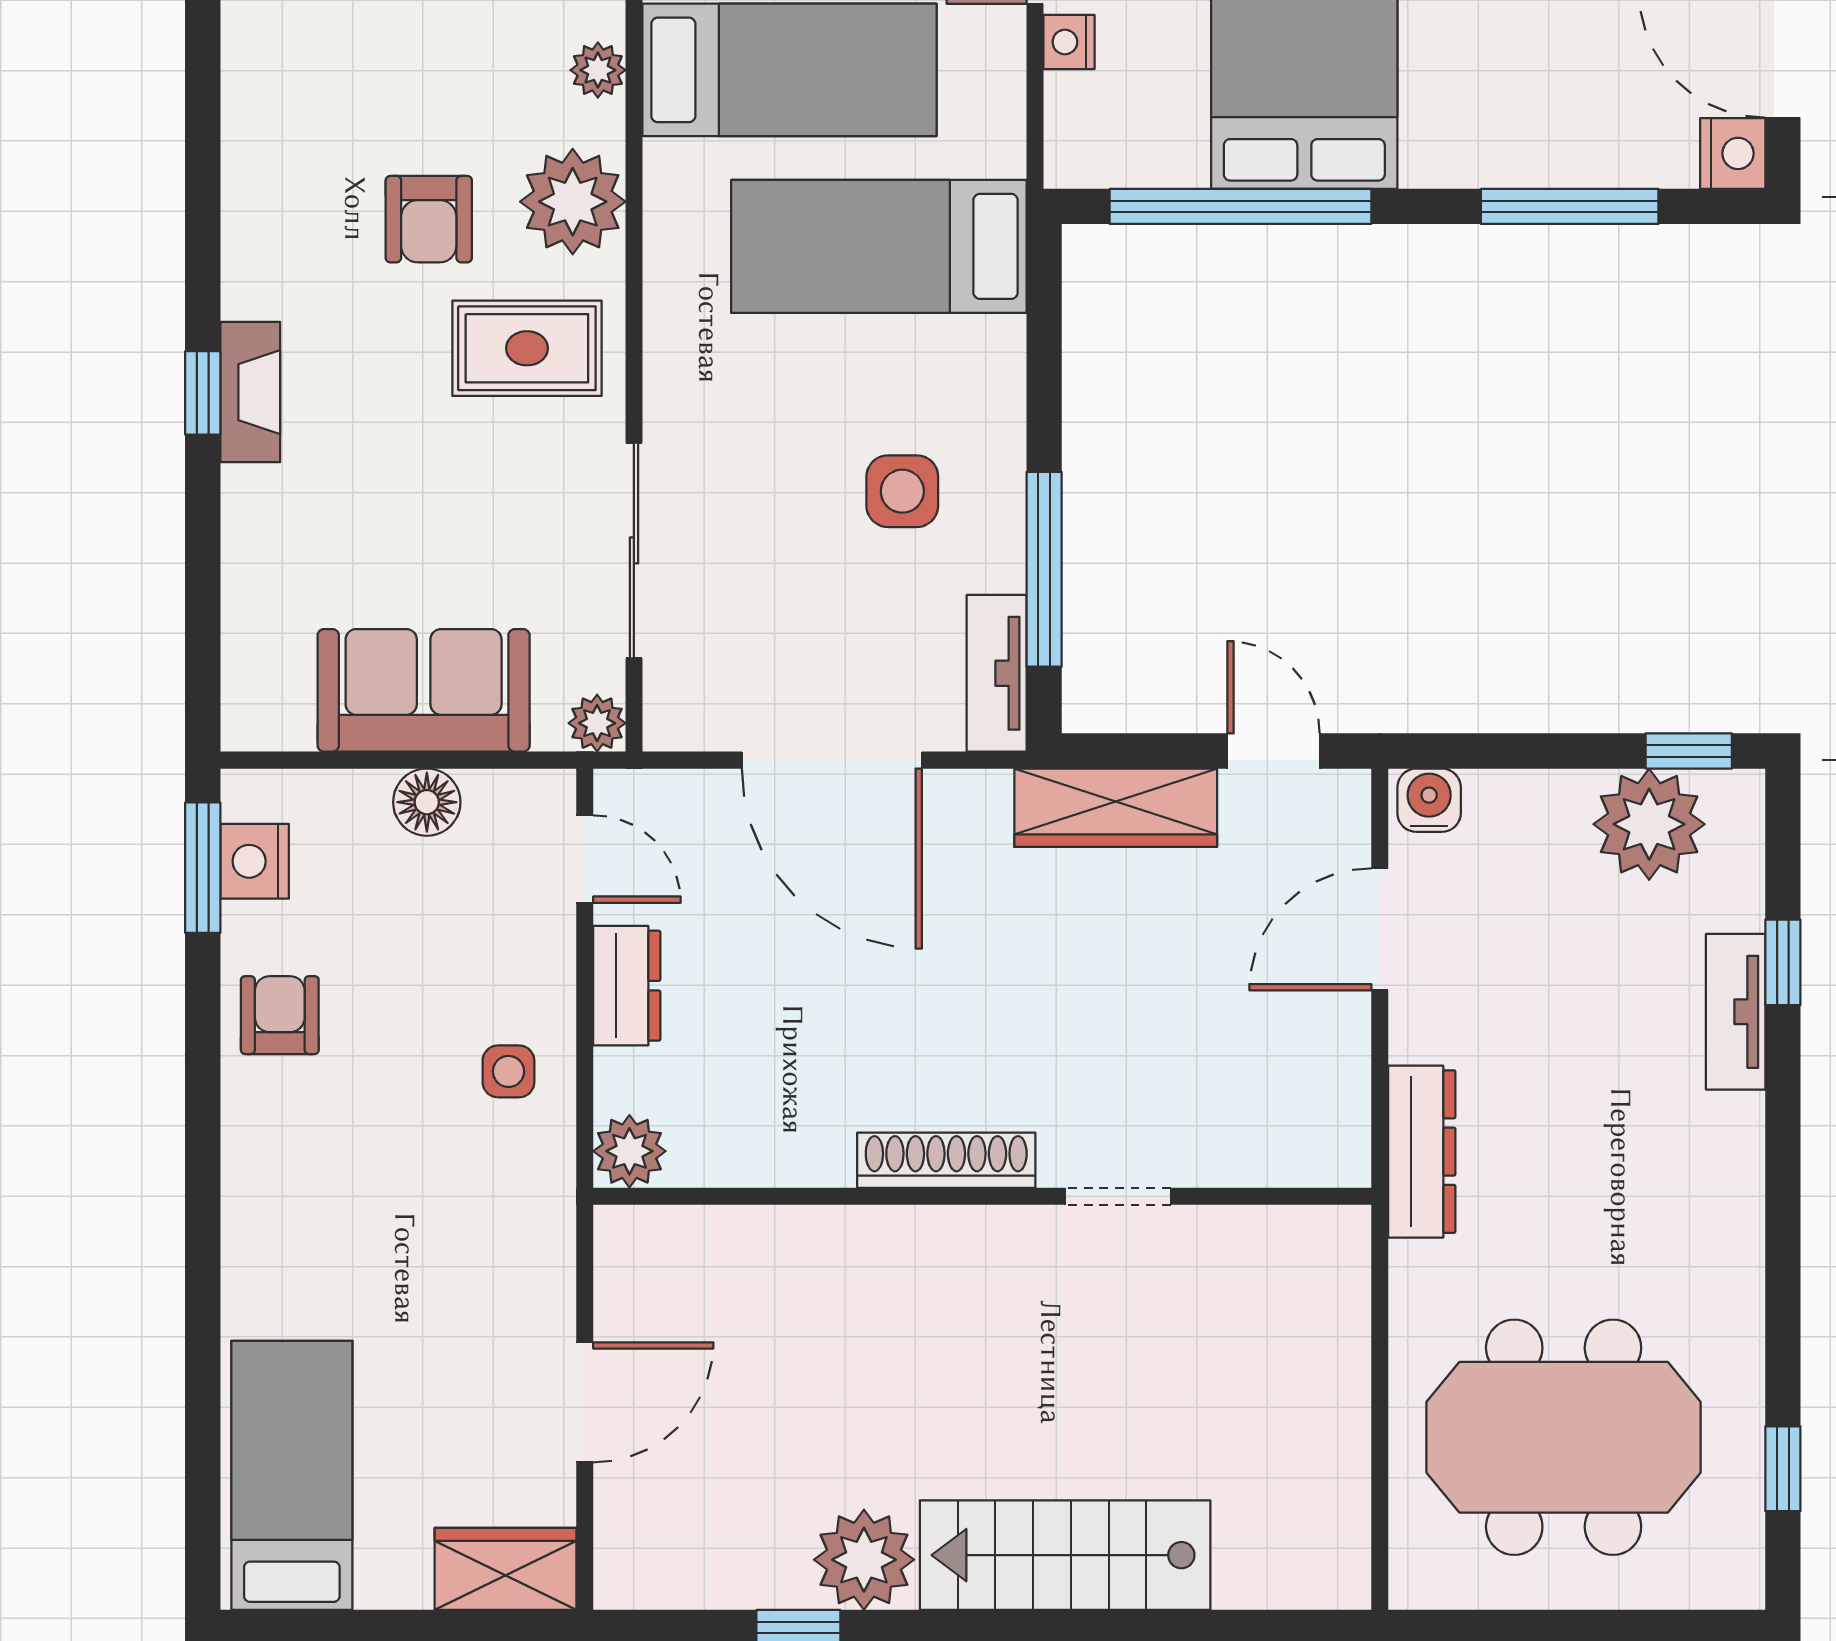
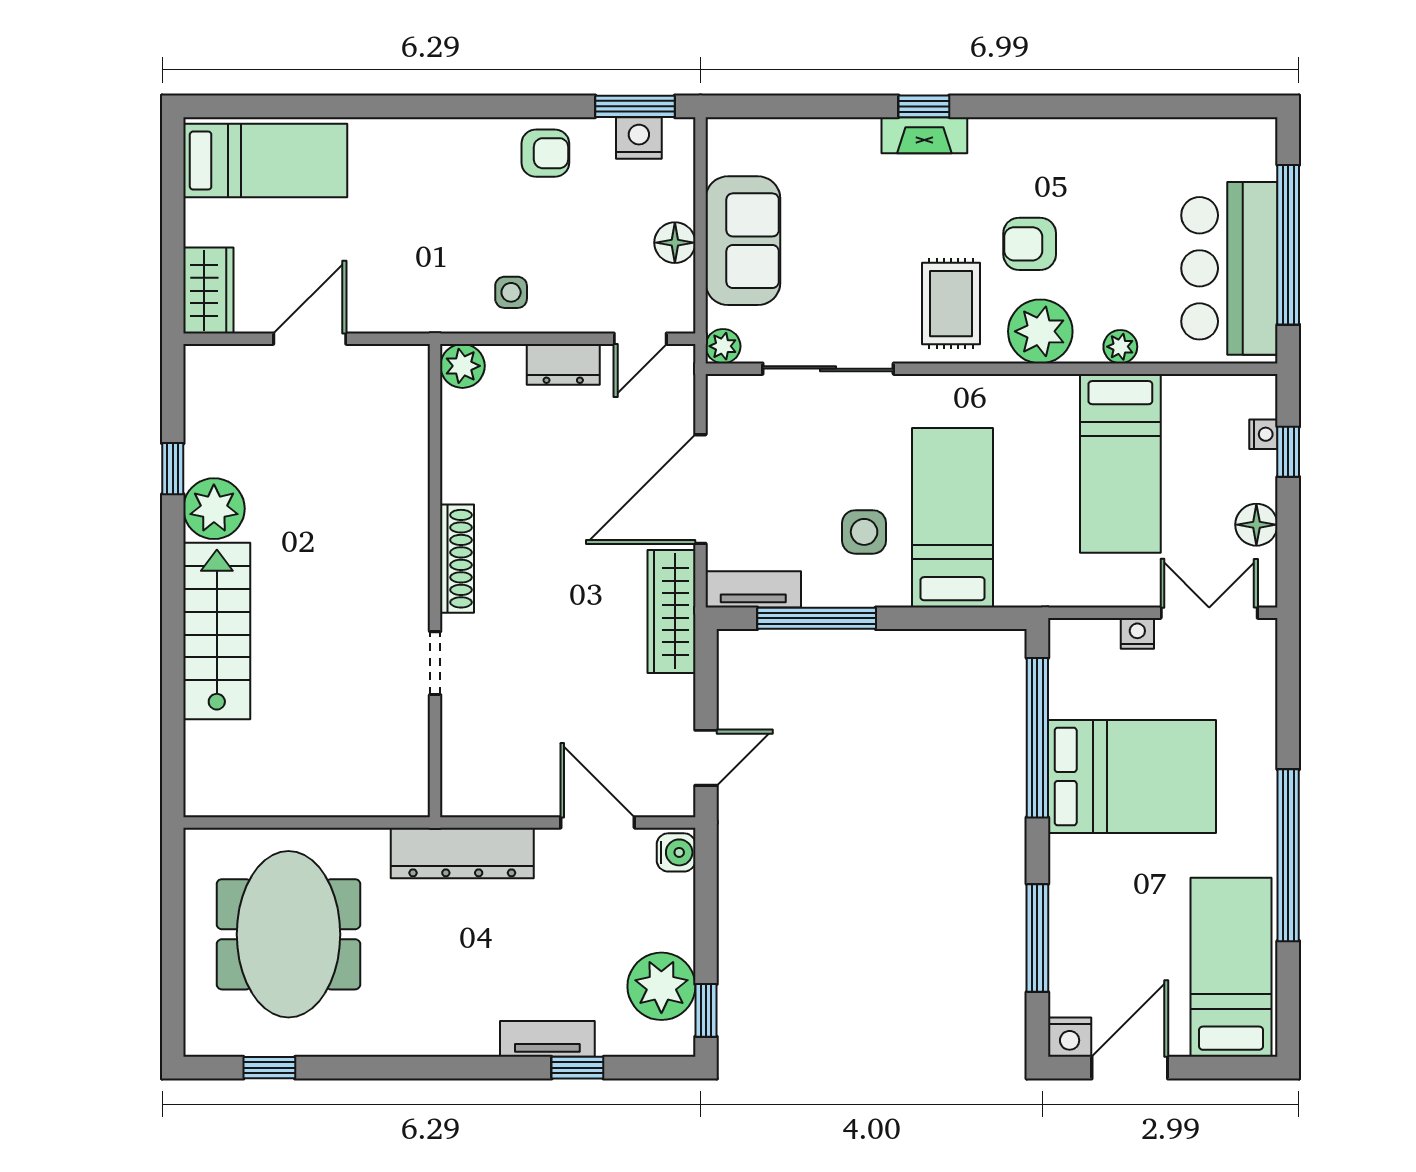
bed: (879, 246) -> (953, 518), moved
wardrobe: (1116, 808) -> (672, 611), moved
dresser: (1422, 1152) -> (462, 853), width x1.37, depth x1.24
door: (585, 1402) -> (310, 339), swing flipped

